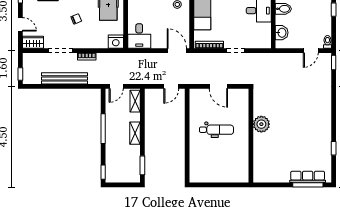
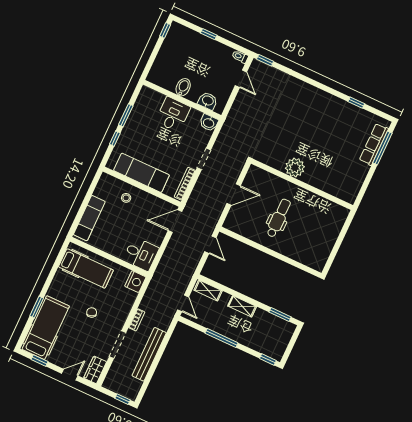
washbasin: (265, 41) -> (209, 123), added

